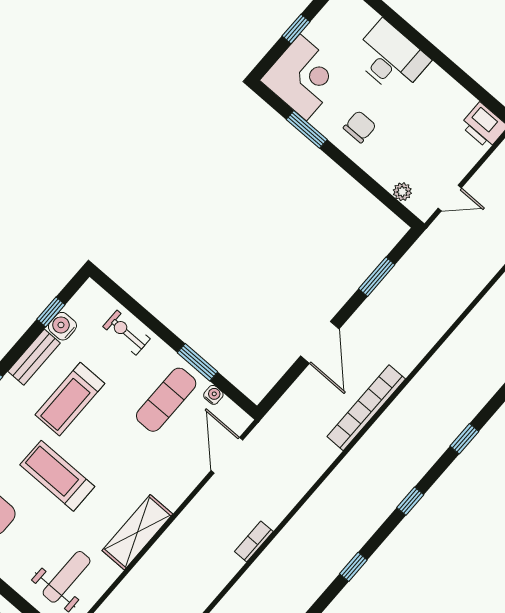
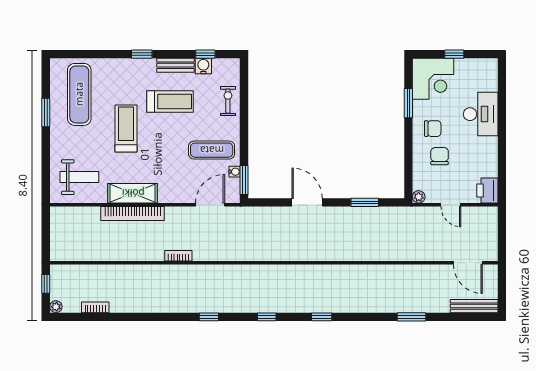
chair: (398, 146) -> (440, 156), added
plant: (402, 192) -> (419, 197), moved
door: (450, 198) -> (451, 205), moved
door: (320, 342) -> (307, 202), swing flipped
window: (198, 362) -> (244, 180), moved
treadmill: (70, 399) -> (170, 102), turned 180
bookcase: (366, 408) -> (133, 214), moved, turned 180

